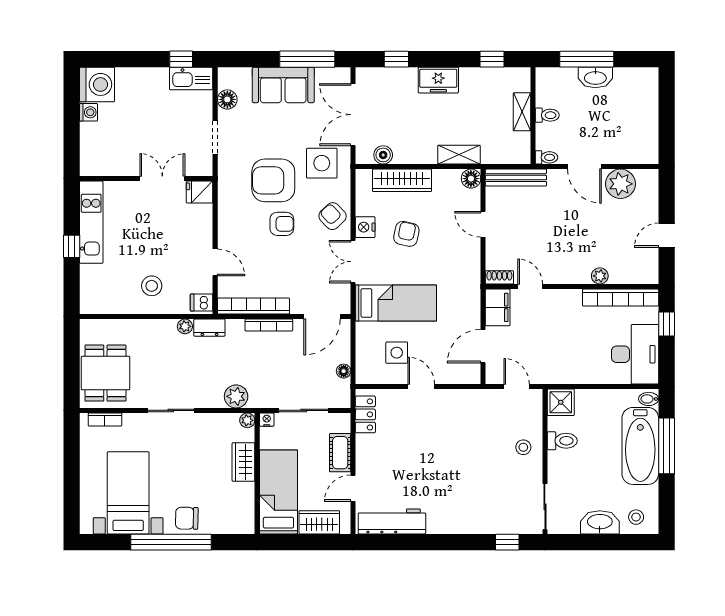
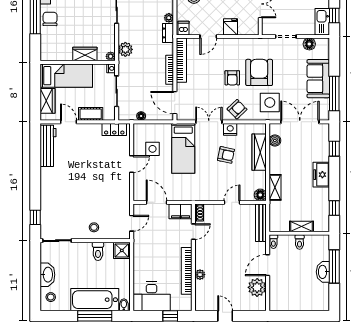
fridge: (200, 192) -> (231, 27), moved
bookcase: (621, 298) -> (187, 271), moved

